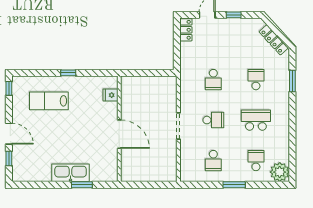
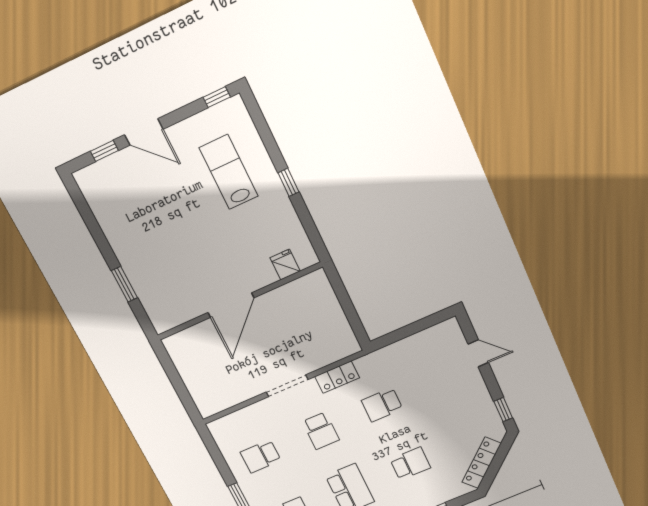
window: (234, 15) -> (503, 410), moved
locker: (186, 30) -> (337, 377), moved
door: (9, 134) -> (144, 132), hinge flipped
kitchen sink: (71, 173) -> (133, 259), removed

